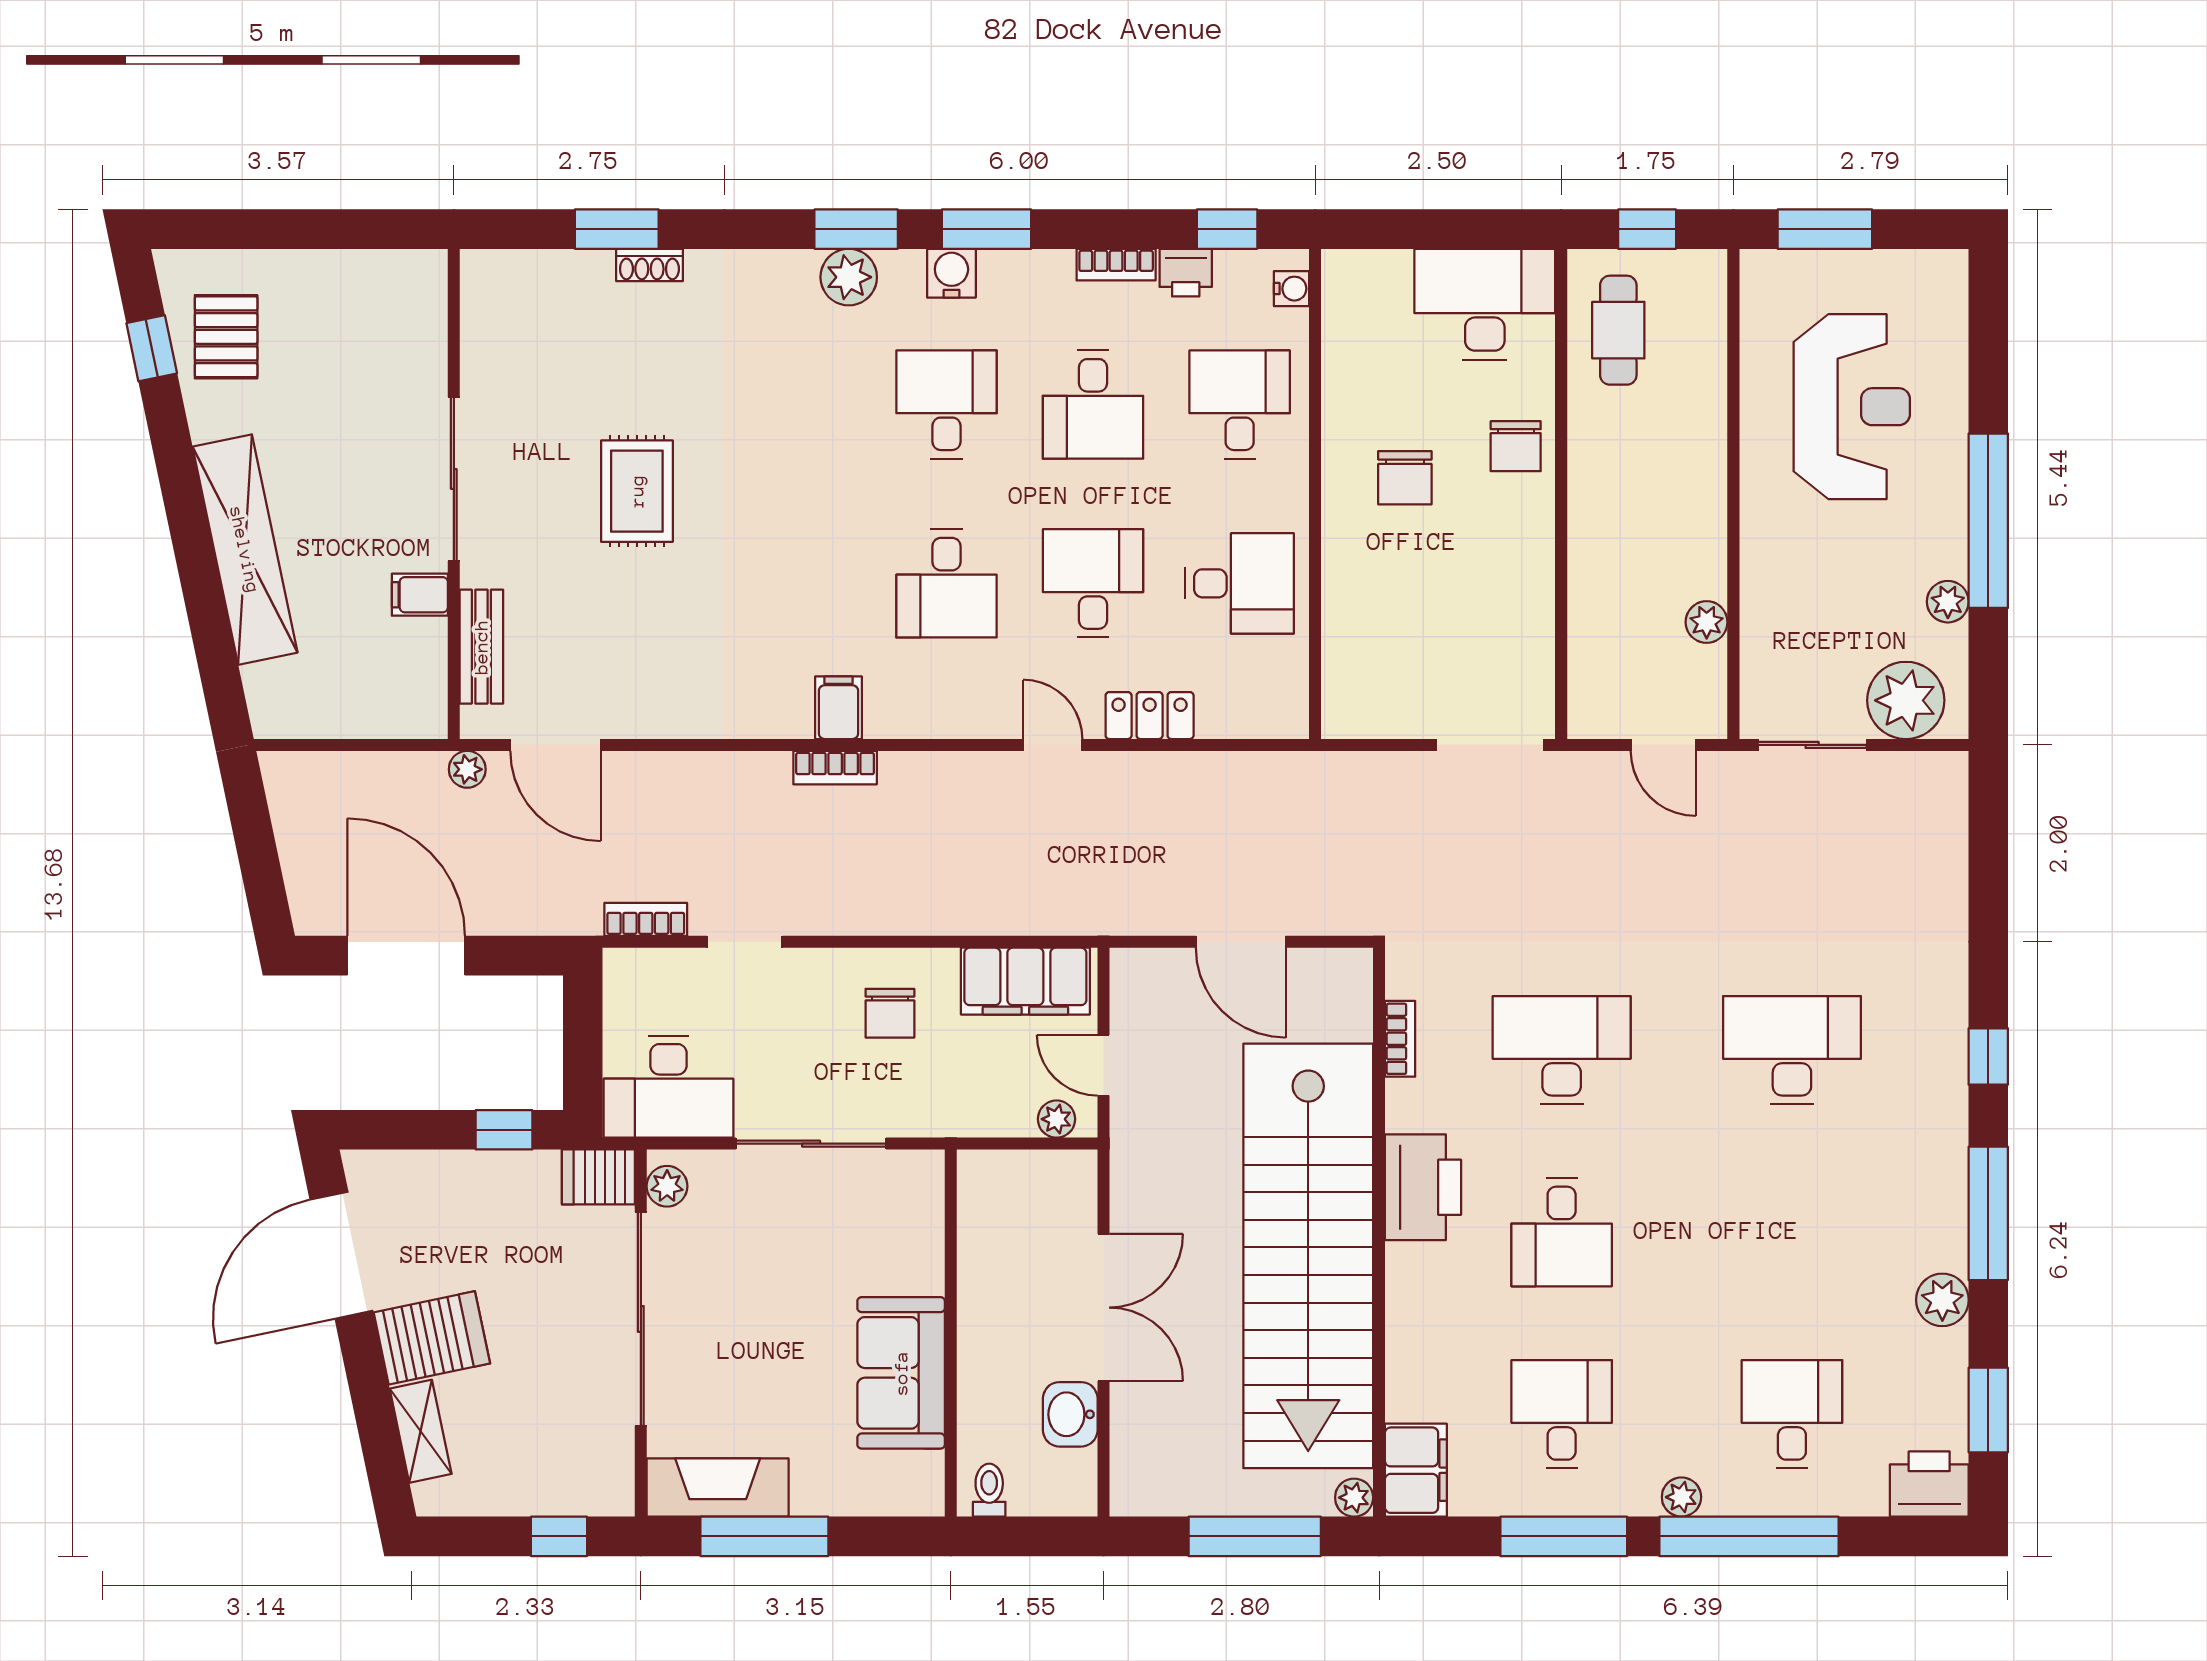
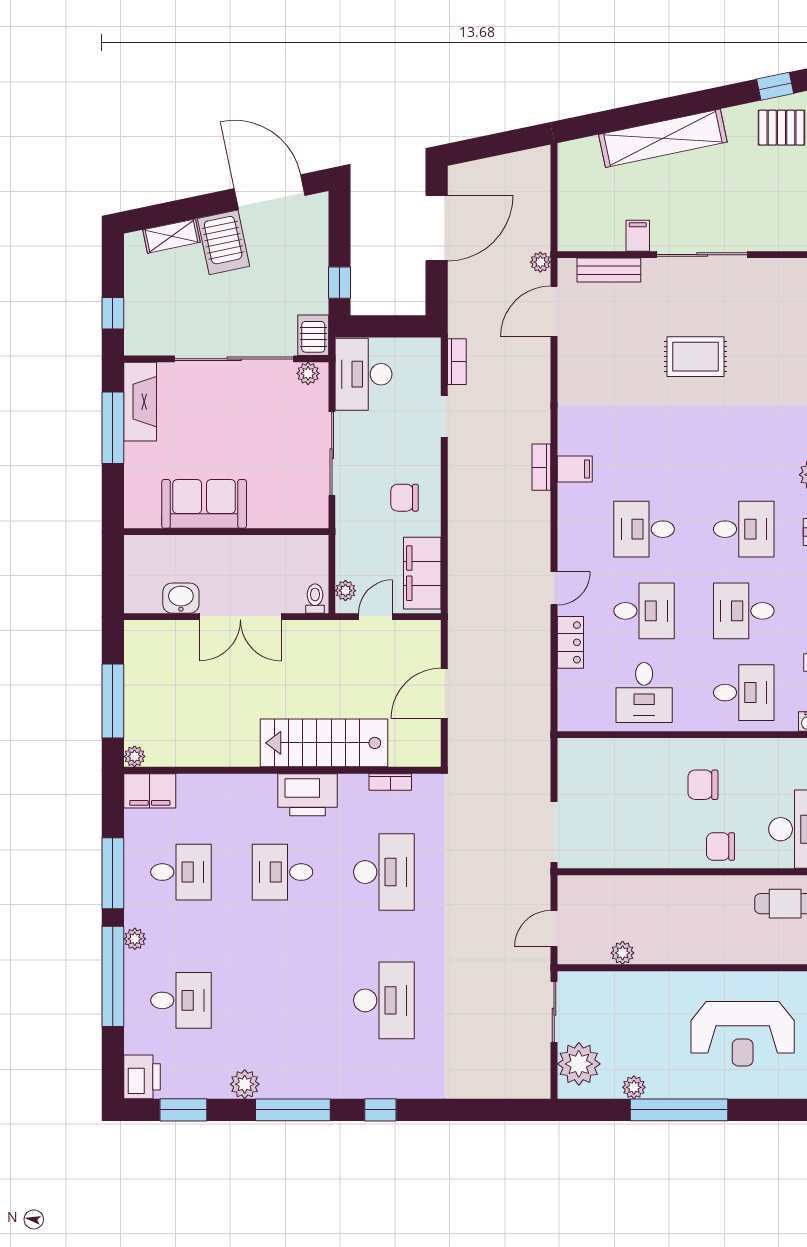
stairs: (1308, 1256) -> (324, 743), width x0.54, depth x0.66
toilet: (989, 1490) -> (315, 599), moved, turned -90

